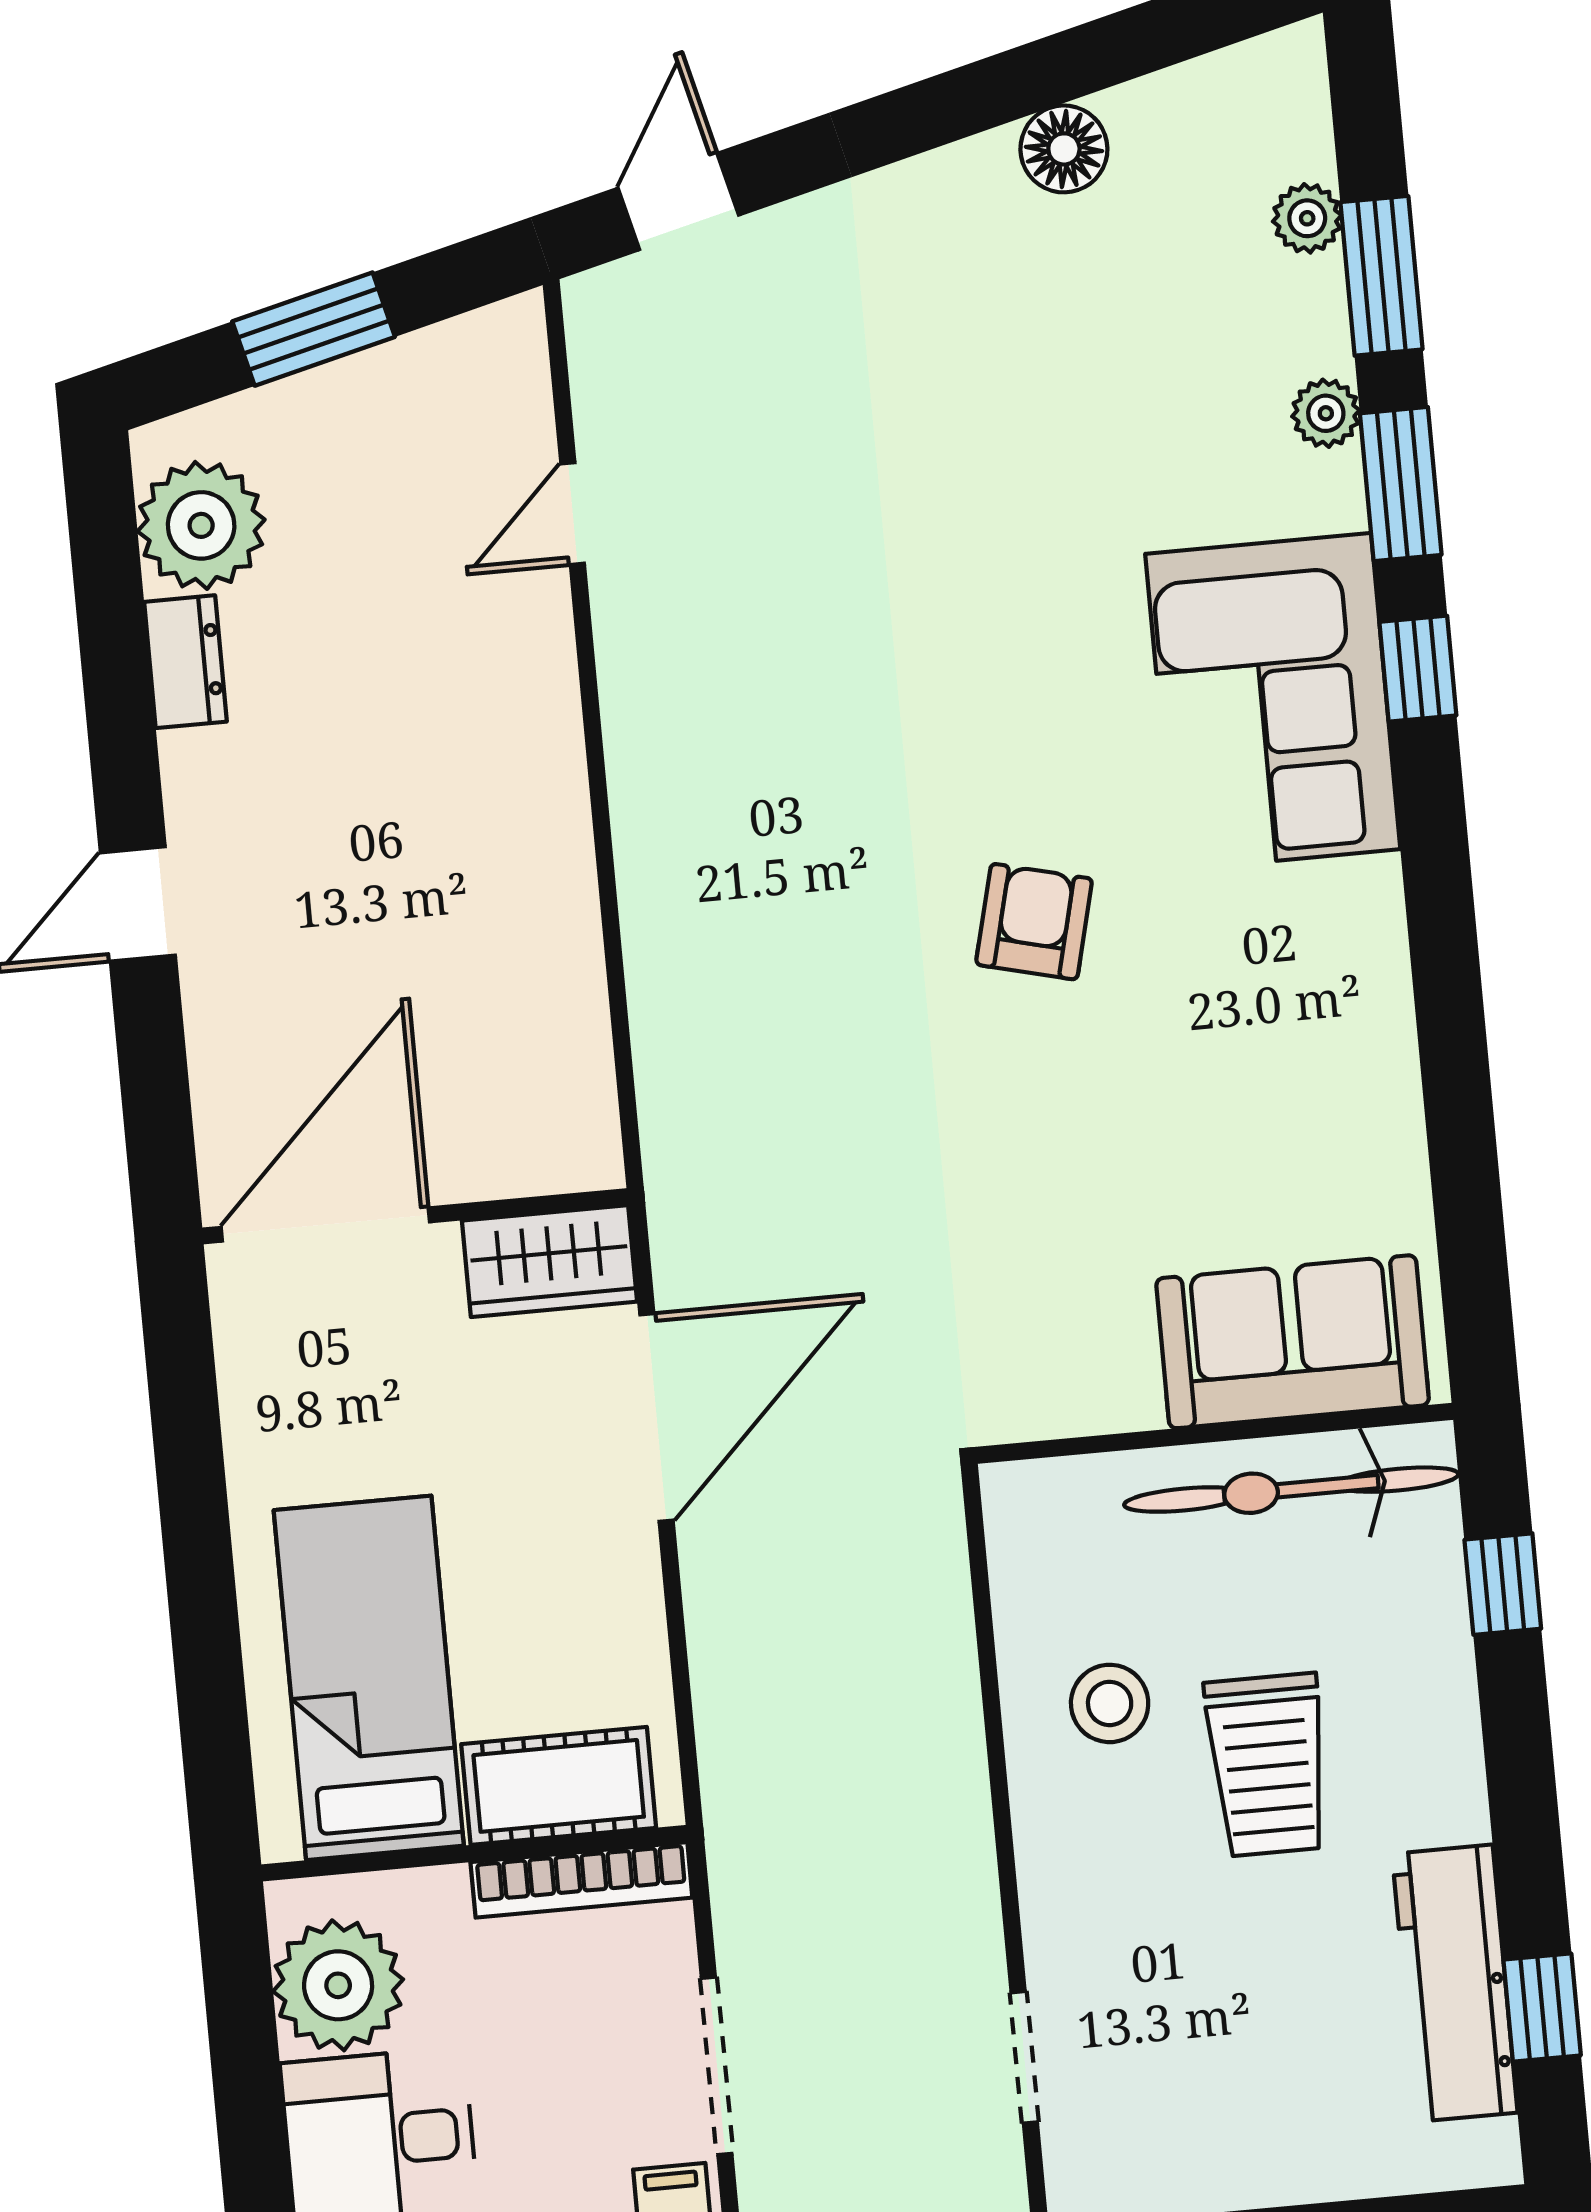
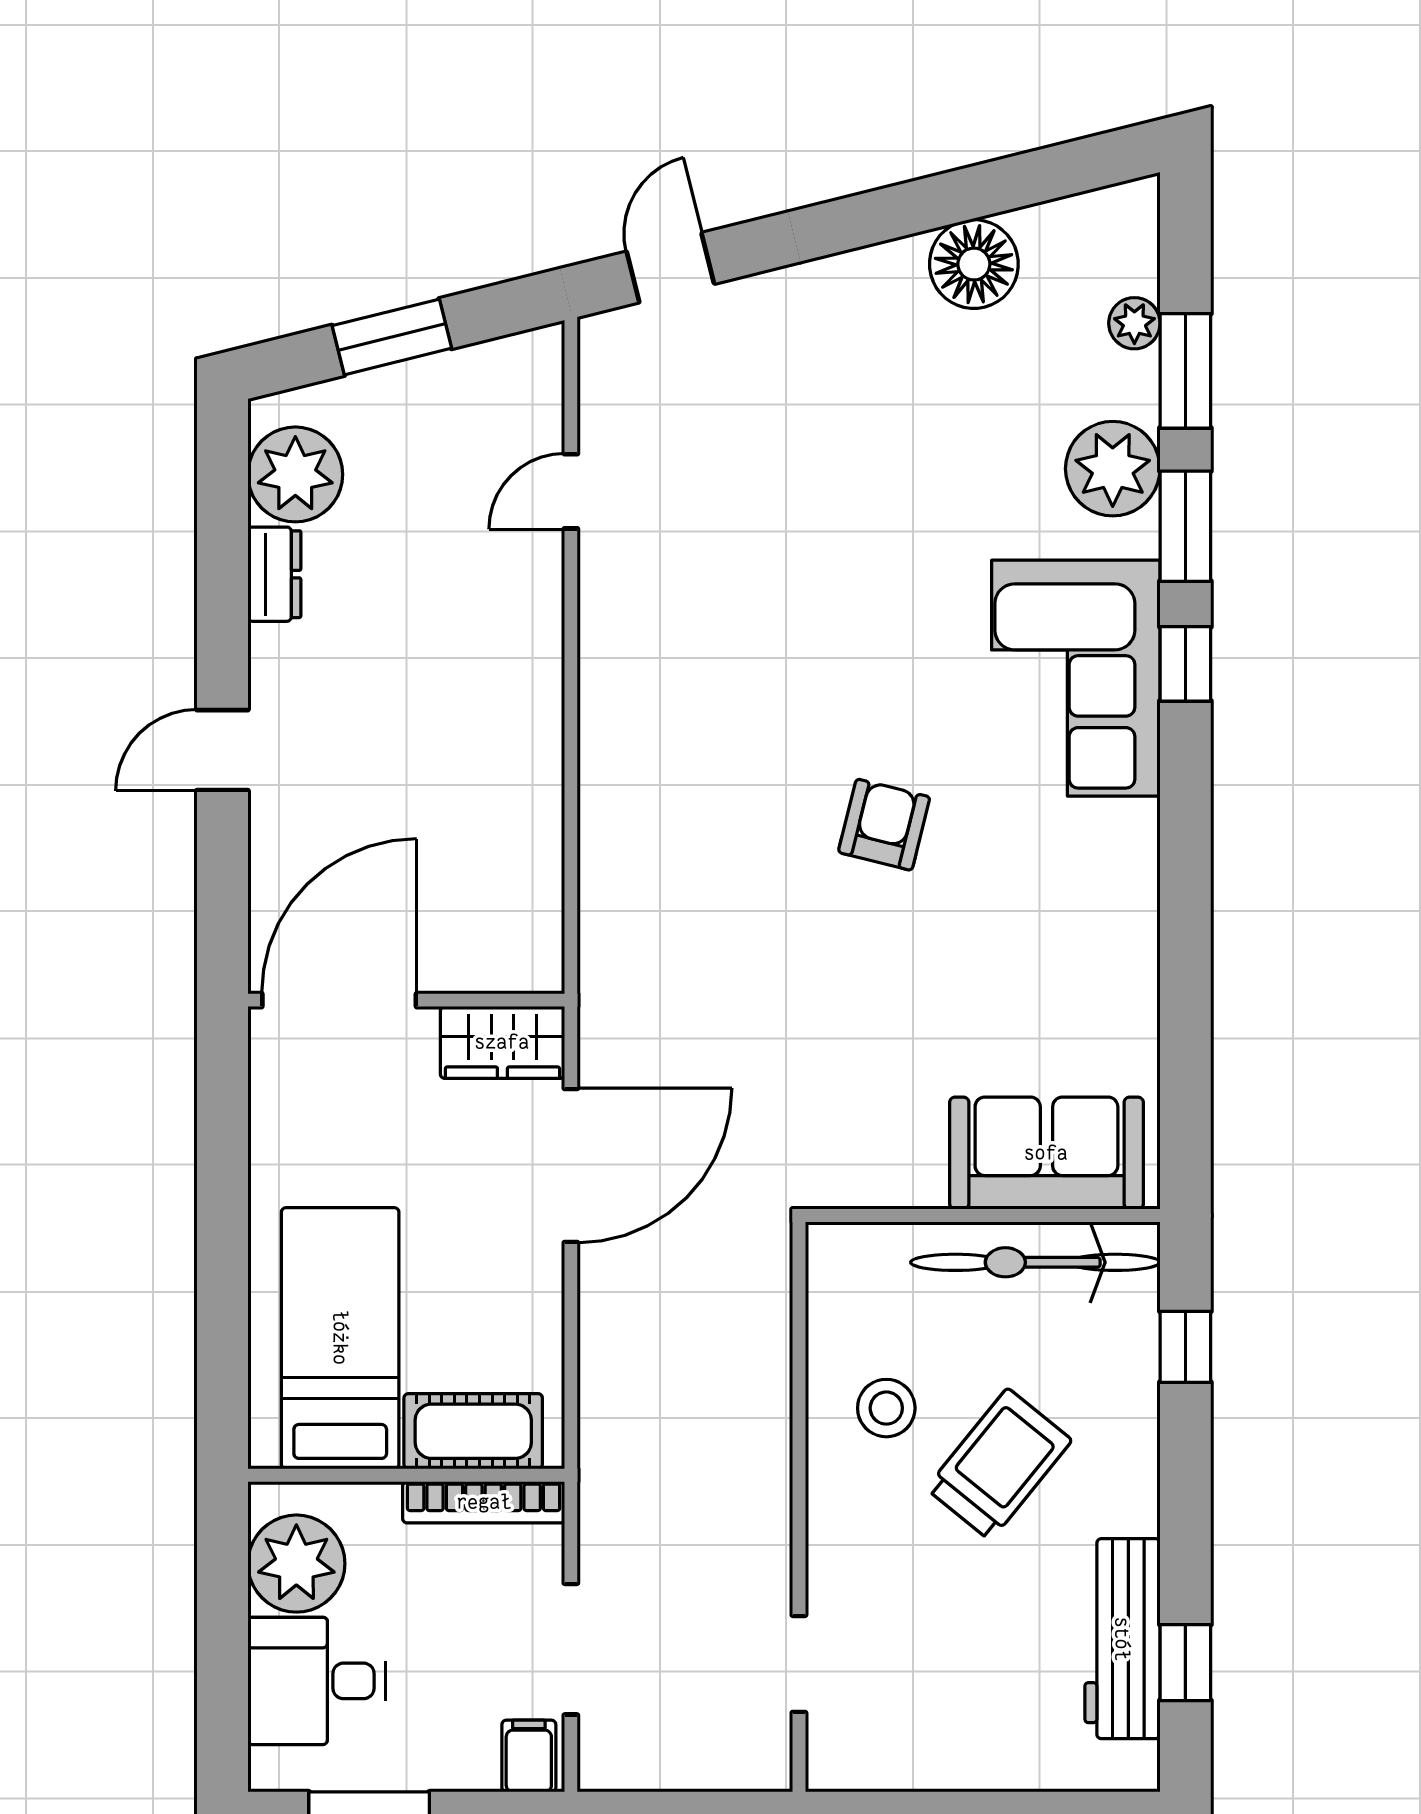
floor lamp: (1064, 149) -> (974, 264), width x1.38, depth x1.38
plant: (1326, 413) -> (1113, 469), width x1.87, depth x1.87
trolley: (1268, 1765) -> (999, 1464), turned -141

